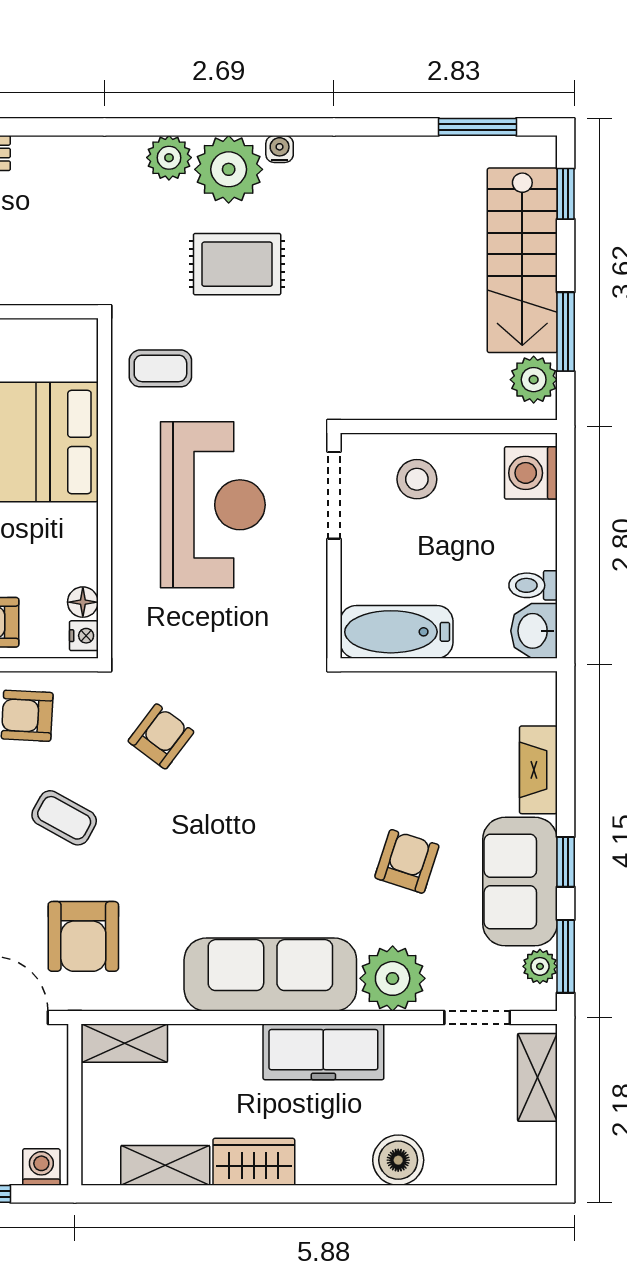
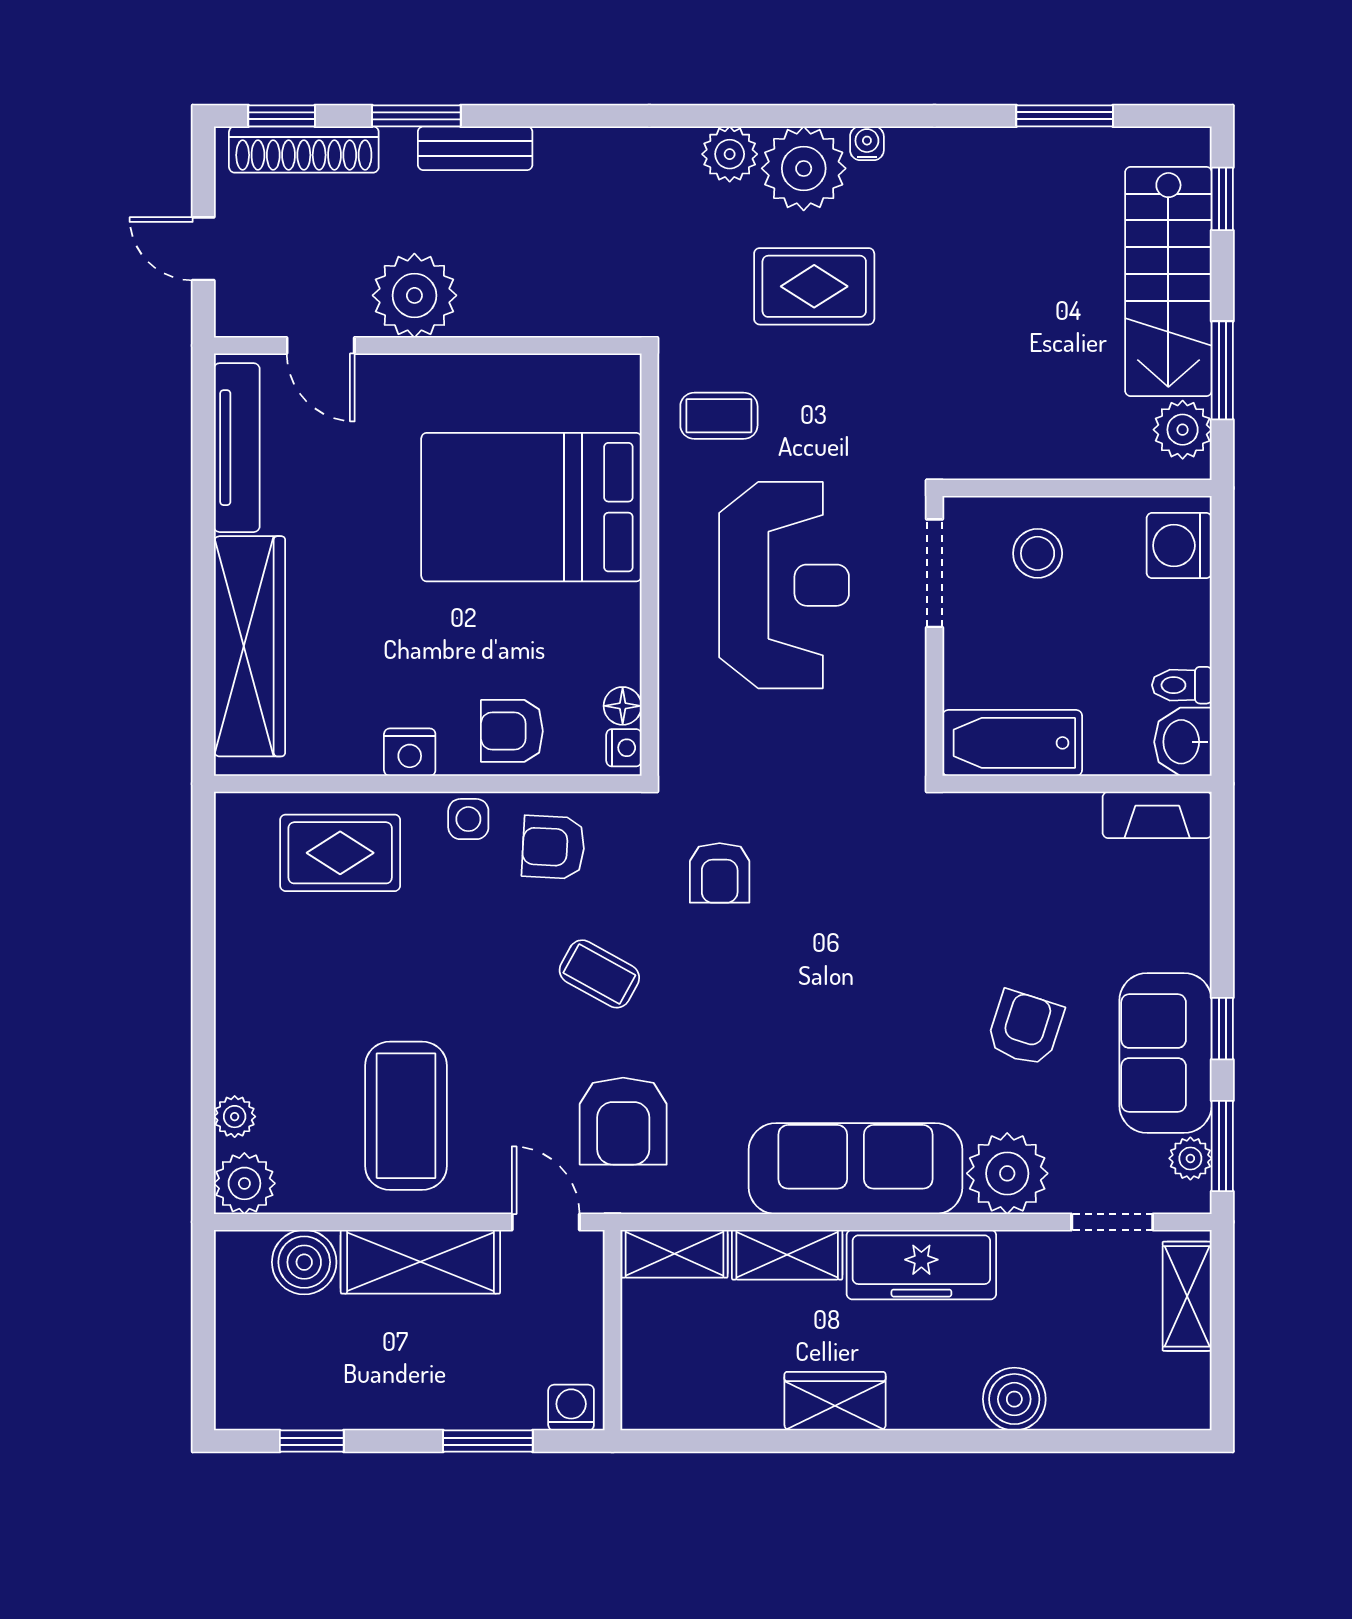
window: (477, 127) -> (1065, 116), moved
armchair: (161, 736) -> (720, 873), turned 143
fireplace: (538, 770) -> (1157, 815), moved, turned -90
shelving: (165, 1165) -> (787, 1255), moved

